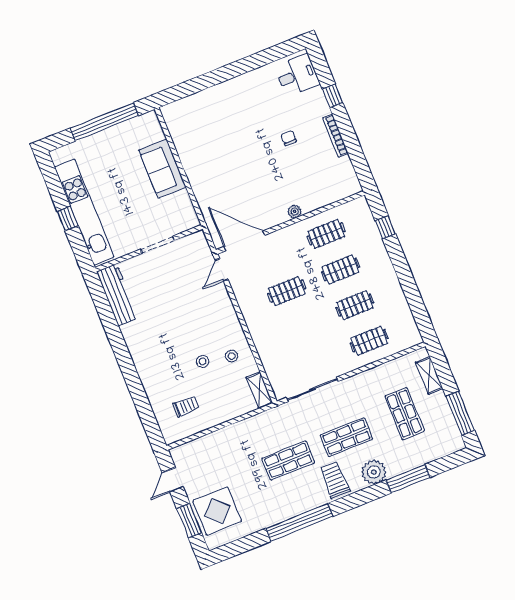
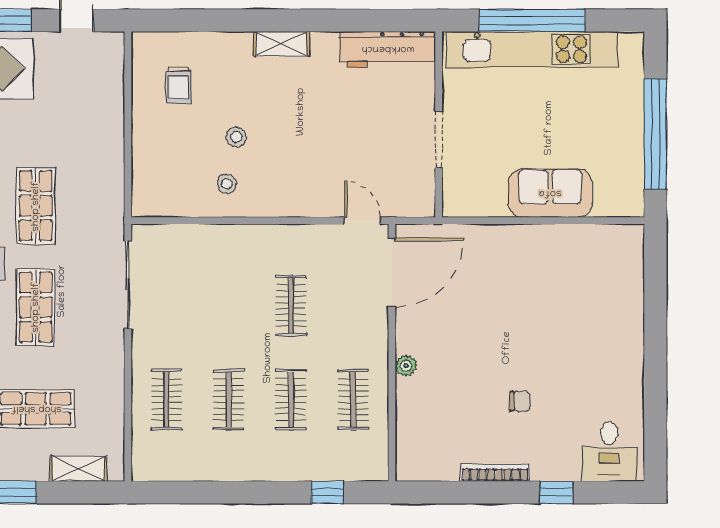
window: (68, 219) -> (532, 20), width x3.17
shelving: (259, 390) -> (281, 44), moved

